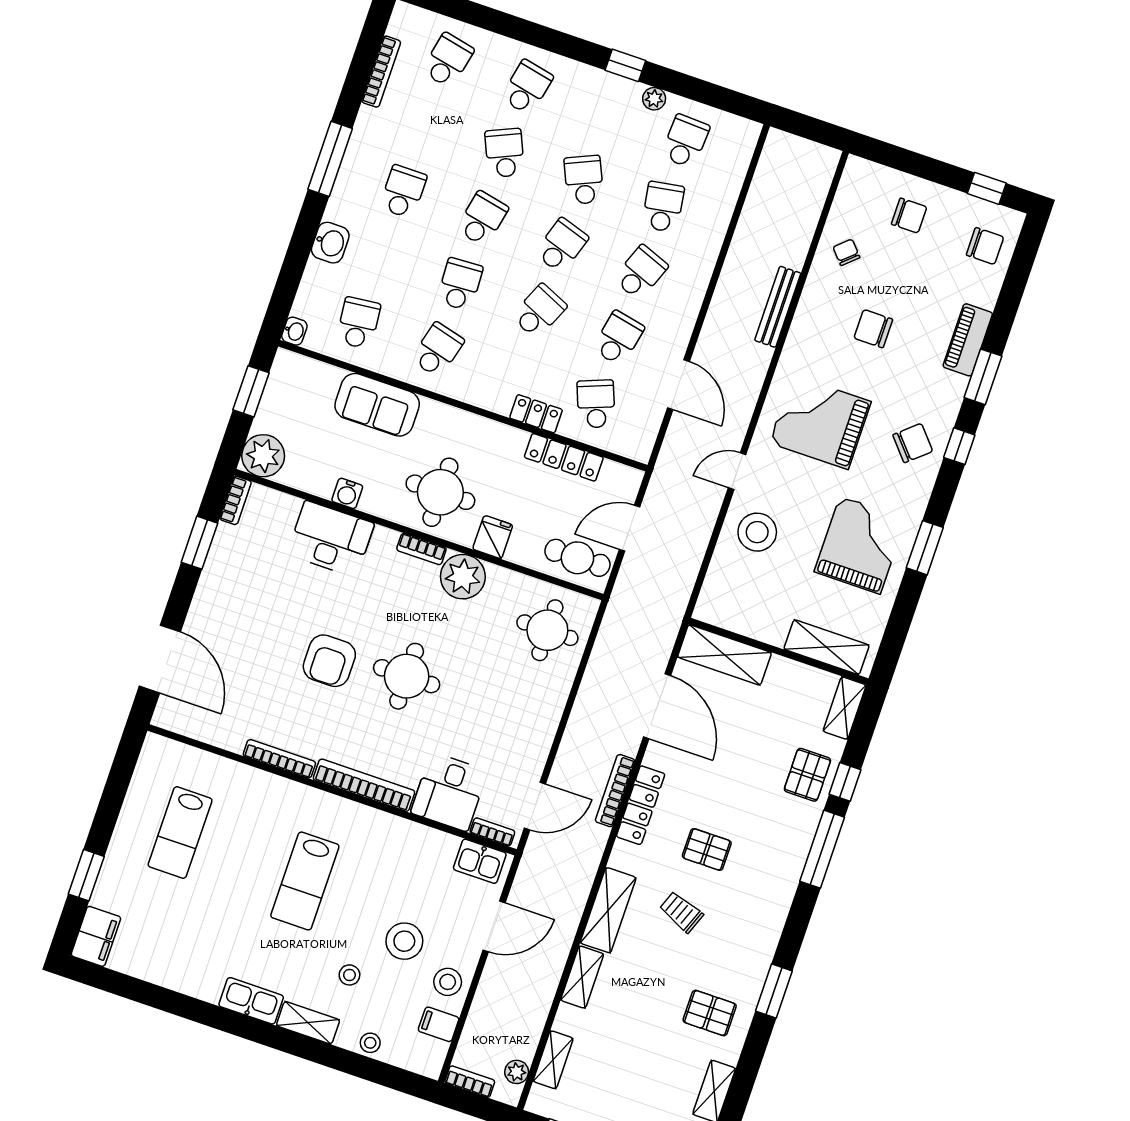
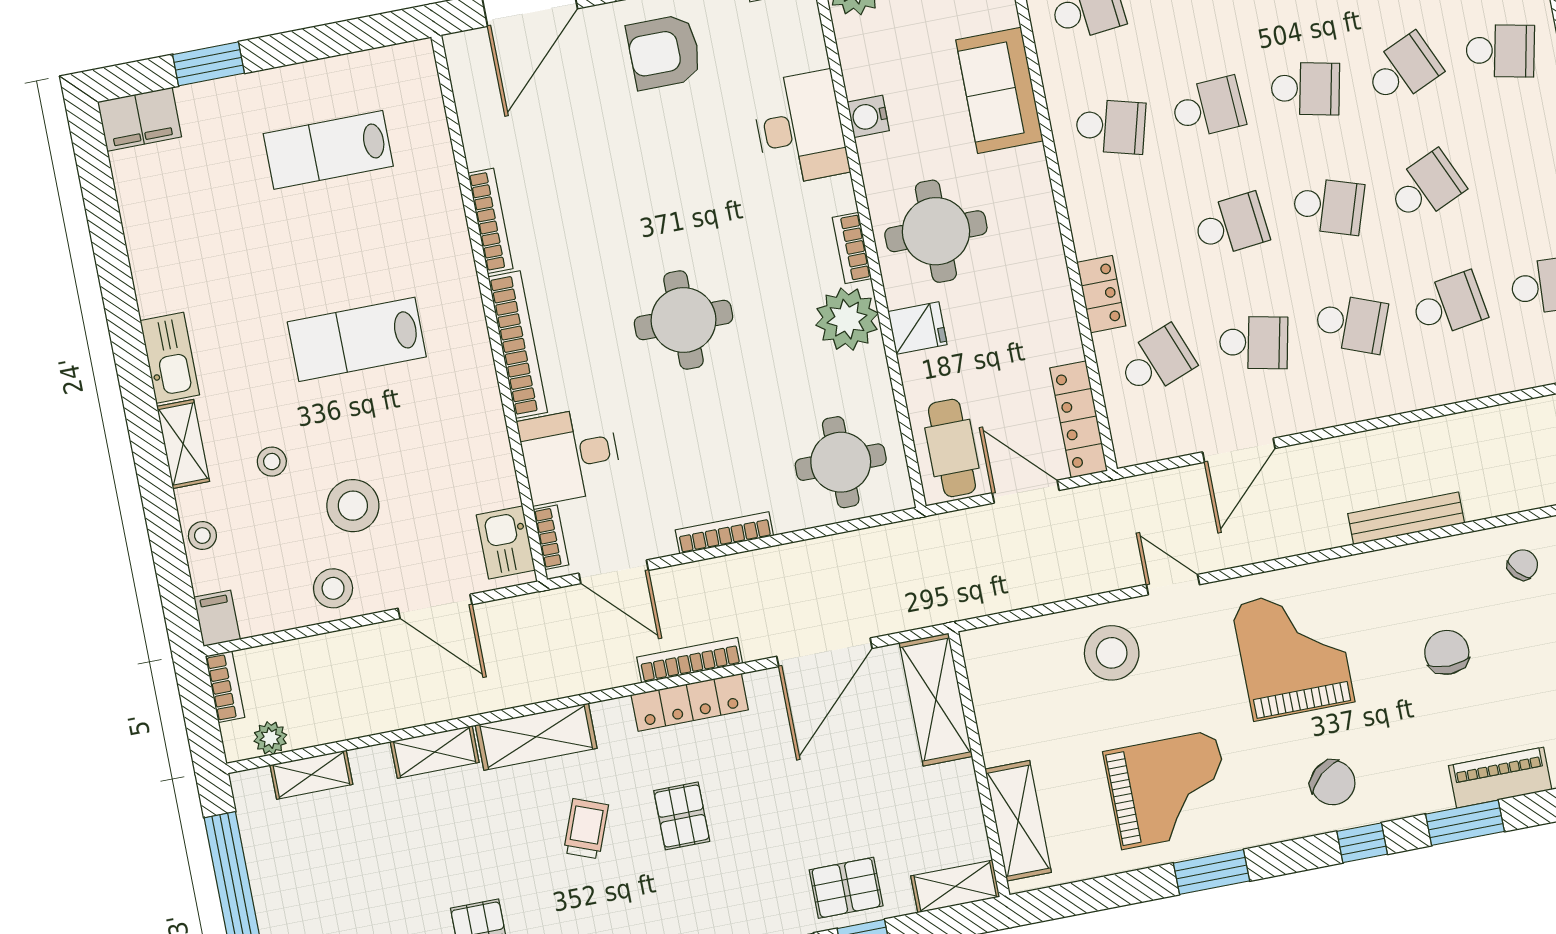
school desk: (539, 311) -> (1231, 225), turned -30
locker: (564, 457) -> (1079, 419), moved
armchair: (329, 661) -> (664, 52), moved
bookcase: (550, 725) -> (724, 533), added
filing cabinet: (439, 1024) -> (217, 618), moved

